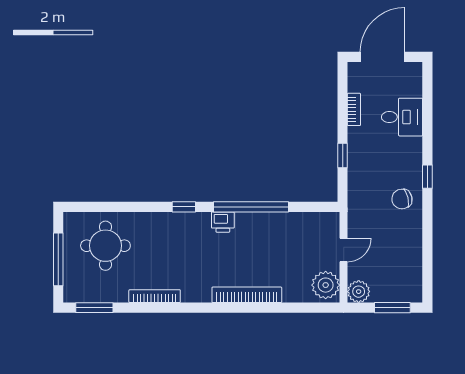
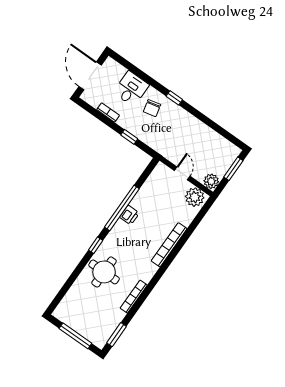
chair: (402, 199) -> (152, 108), moved
printer: (223, 222) -> (129, 215), moved
round table: (105, 246) -> (104, 272), moved

